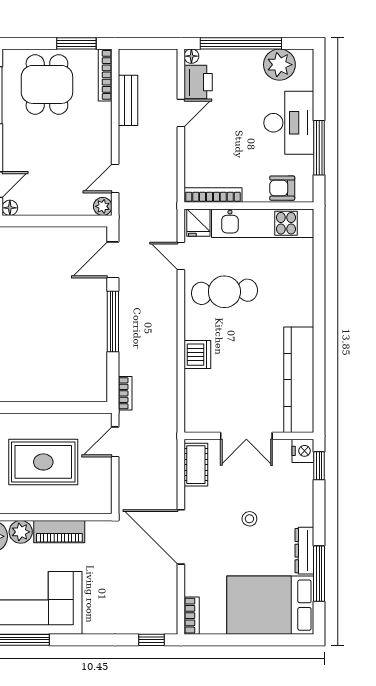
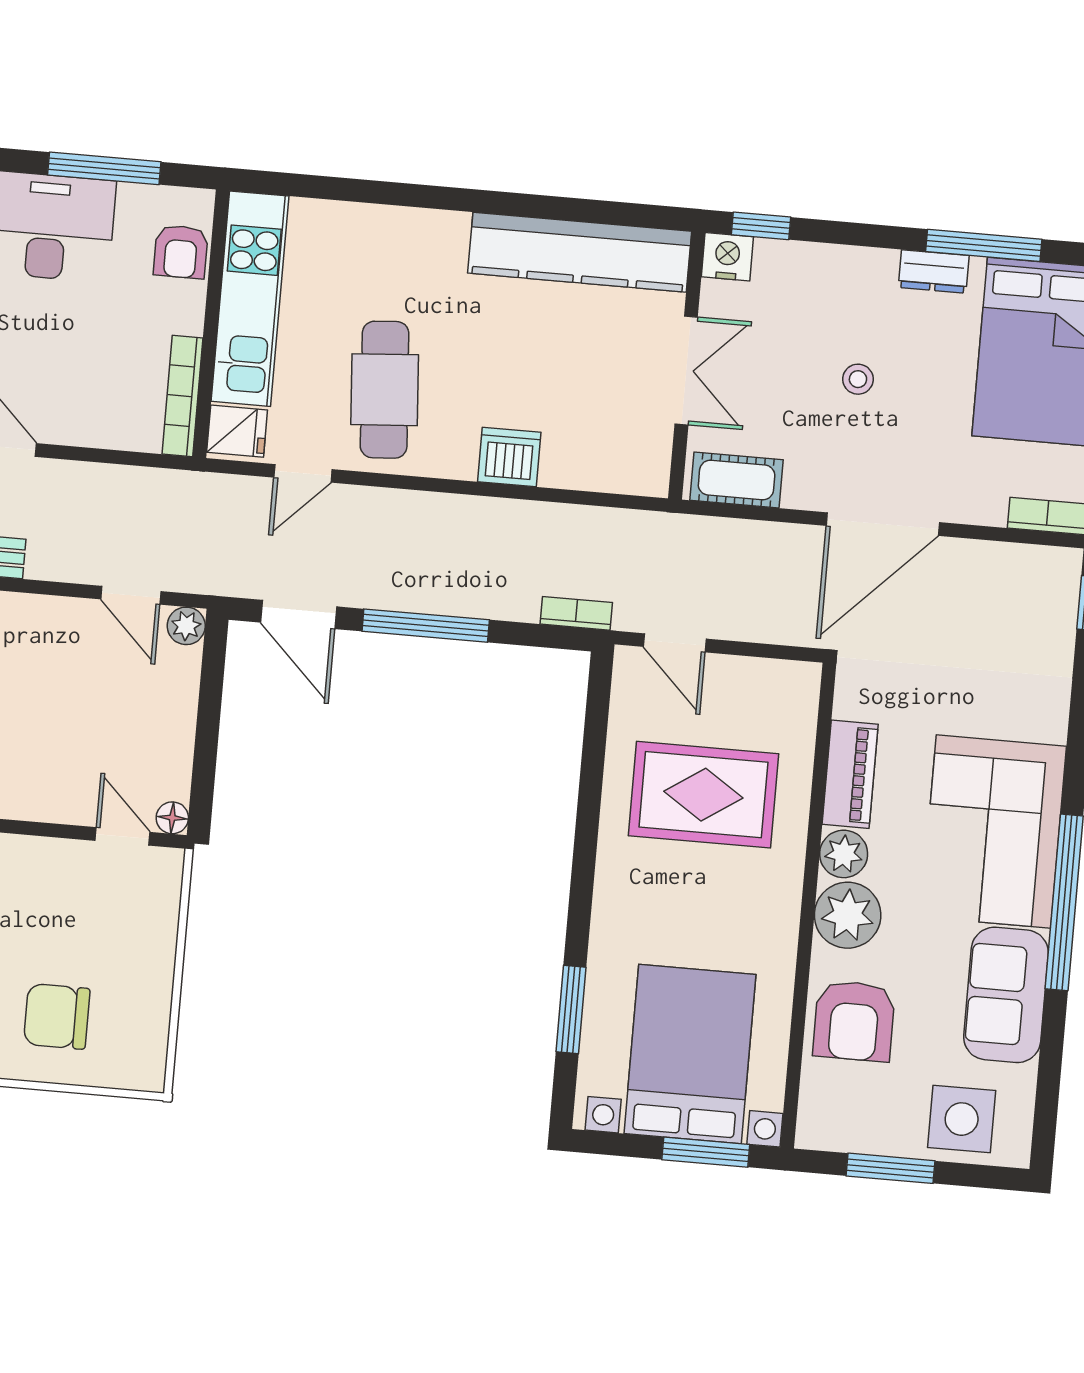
rug: (43, 462) -> (703, 795), turned 90
dresser: (304, 551) -> (934, 272), width x0.70

